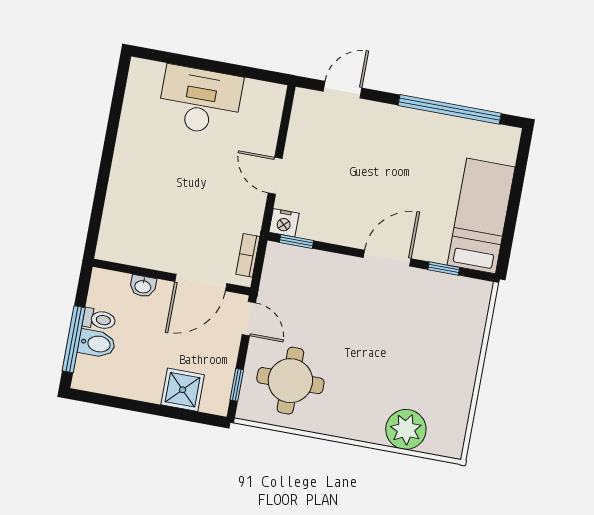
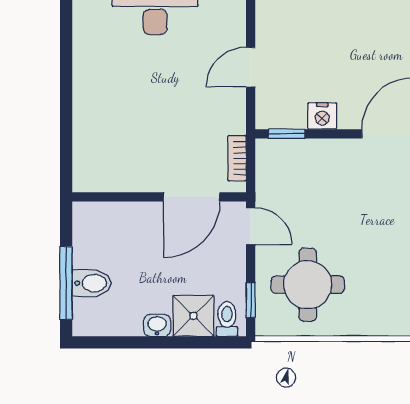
door: (275, 176) -> (251, 67), hinge flipped
nightstand: (284, 223) -> (322, 116), moved
washbasin: (143, 286) -> (157, 325), moved, turned 180
toilet: (99, 319) -> (227, 319), moved, turned -90

